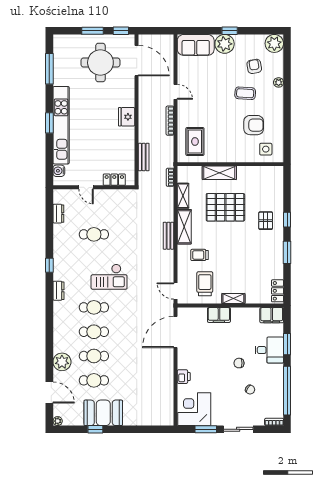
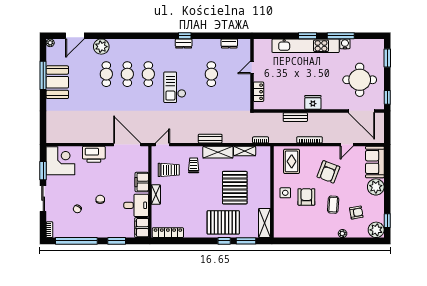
window: (92, 31) -> (387, 58), moved
window: (230, 31) -> (387, 221), moved
door: (137, 61) -> (361, 111), hinge flipped
window: (49, 69) -> (341, 36), moved
door: (176, 92) -> (347, 145), moved
armchair: (207, 99) -> (328, 172), added
armchair: (254, 125) -> (306, 197), moved, turned 180
rug: (195, 141) -> (292, 161), turned 90
side table: (266, 149) -> (285, 193), moved
bench: (144, 157) -> (295, 117), moved
water cooler: (59, 171) -> (345, 44), moved
shelving: (219, 173) -> (265, 223), moved
pallet: (266, 221) -> (223, 222), width x2.05, depth x2.00
window: (287, 252) -> (246, 241), moved
dresser: (58, 291) -> (184, 44), moved
locker: (278, 291) -> (168, 233), width x1.53
desk: (269, 350) -> (136, 205), moved, turned -90
printer: (184, 377) -> (94, 154), width x1.87, depth x1.48
cafe table: (94, 380) -> (85, 74), removed
window: (95, 429) -> (43, 75), width x2.17

